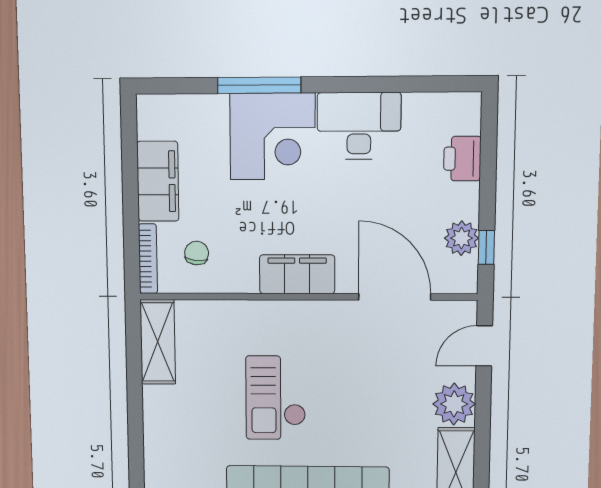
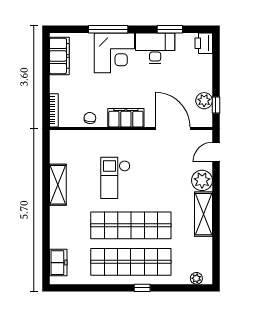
window: (391, 84) -> (170, 29), added
printer: (462, 159) -> (204, 43), moved
filing cabinet: (158, 181) -> (59, 56), moved
chair: (197, 253) -> (90, 118), moved
shelving: (158, 342) -> (58, 185), moved

